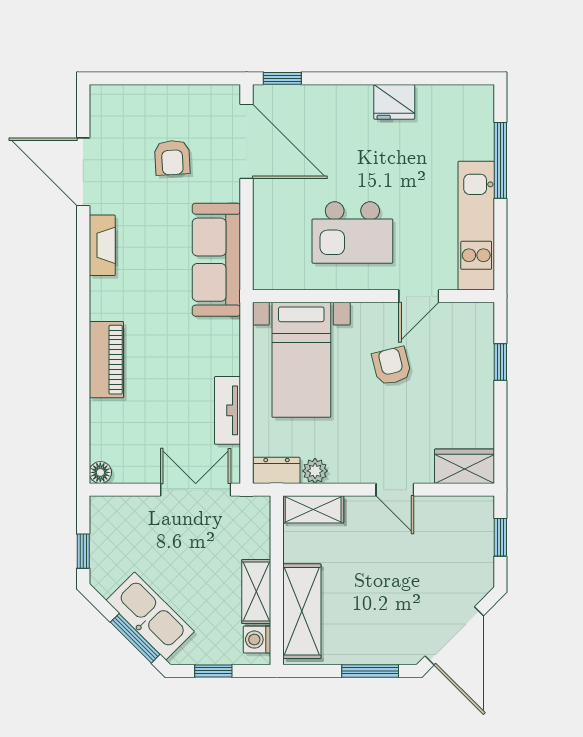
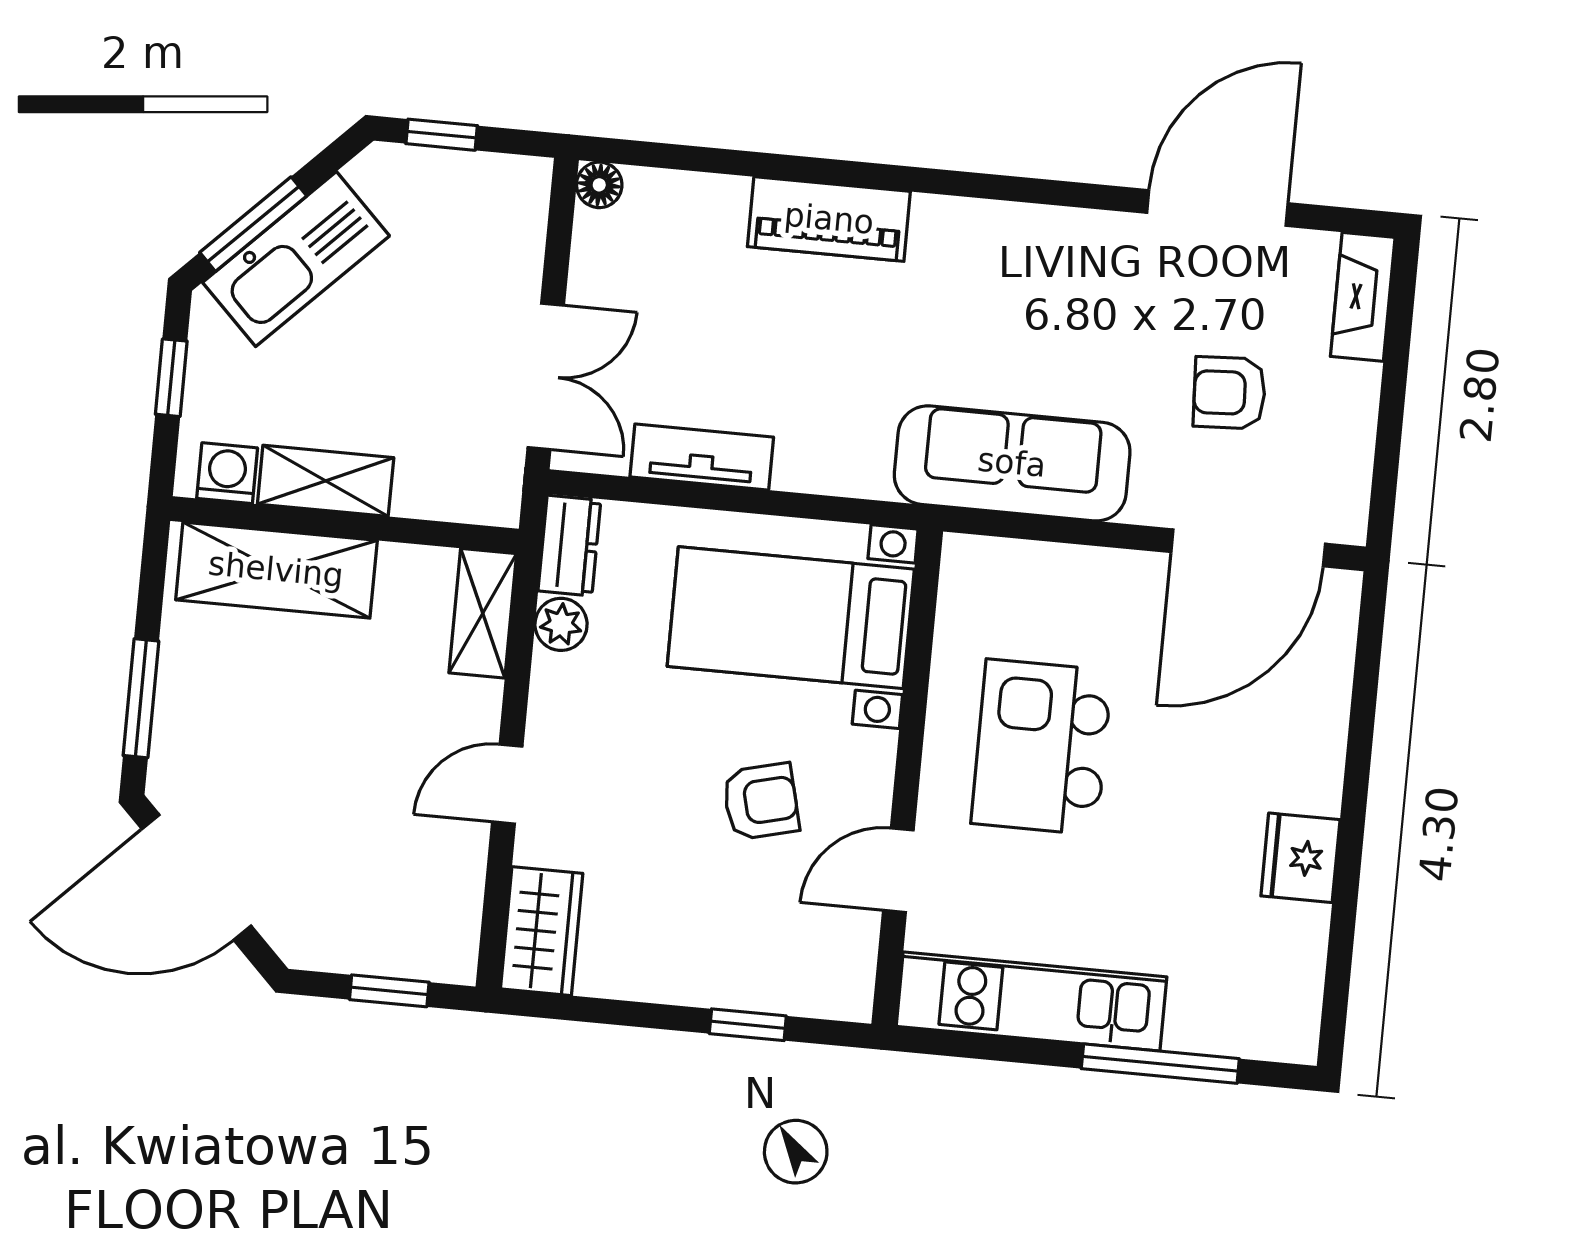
window: (282, 78) -> (1370, 633), removed
fireplace: (102, 245) -> (1363, 297), moved, turned 90
door: (419, 296) -> (898, 870), hinge flipped

